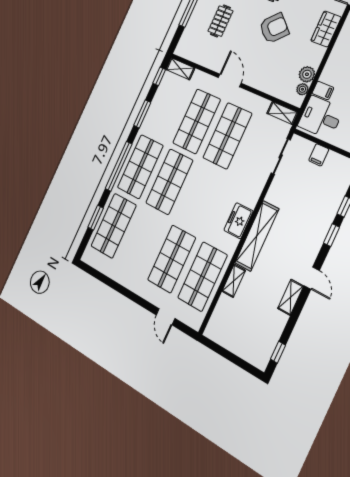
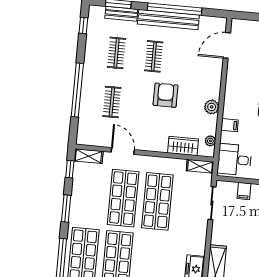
armchair: (274, 28) -> (166, 95), turned -44
wardrobe: (326, 29) -> (183, 146), moved, turned 90
plant: (307, 74) -> (212, 107), moved
door: (230, 80) -> (123, 151), moved
filing cabinet: (323, 90) -> (230, 125), moved

